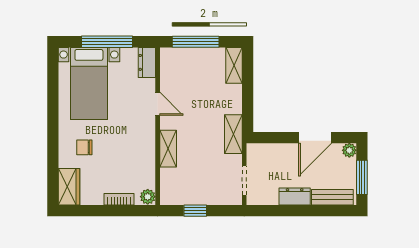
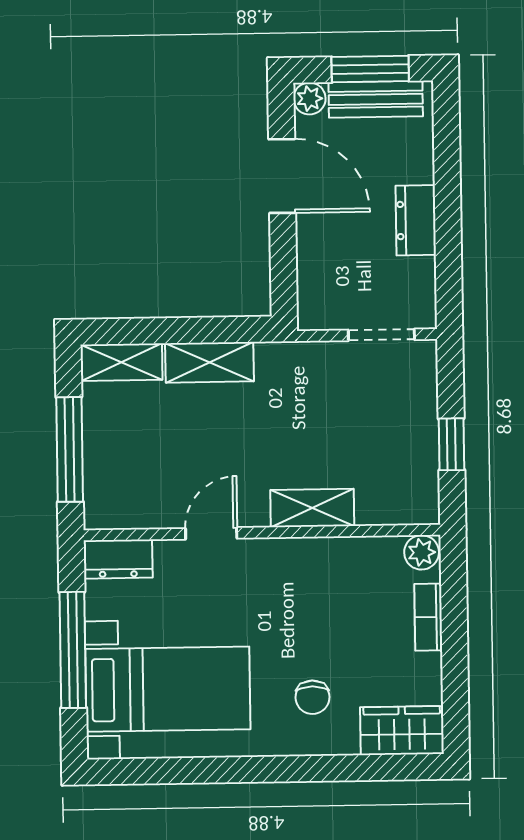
shelving: (233, 134) -> (210, 362), moved
bench: (332, 197) -> (376, 99), moved, turned 90

